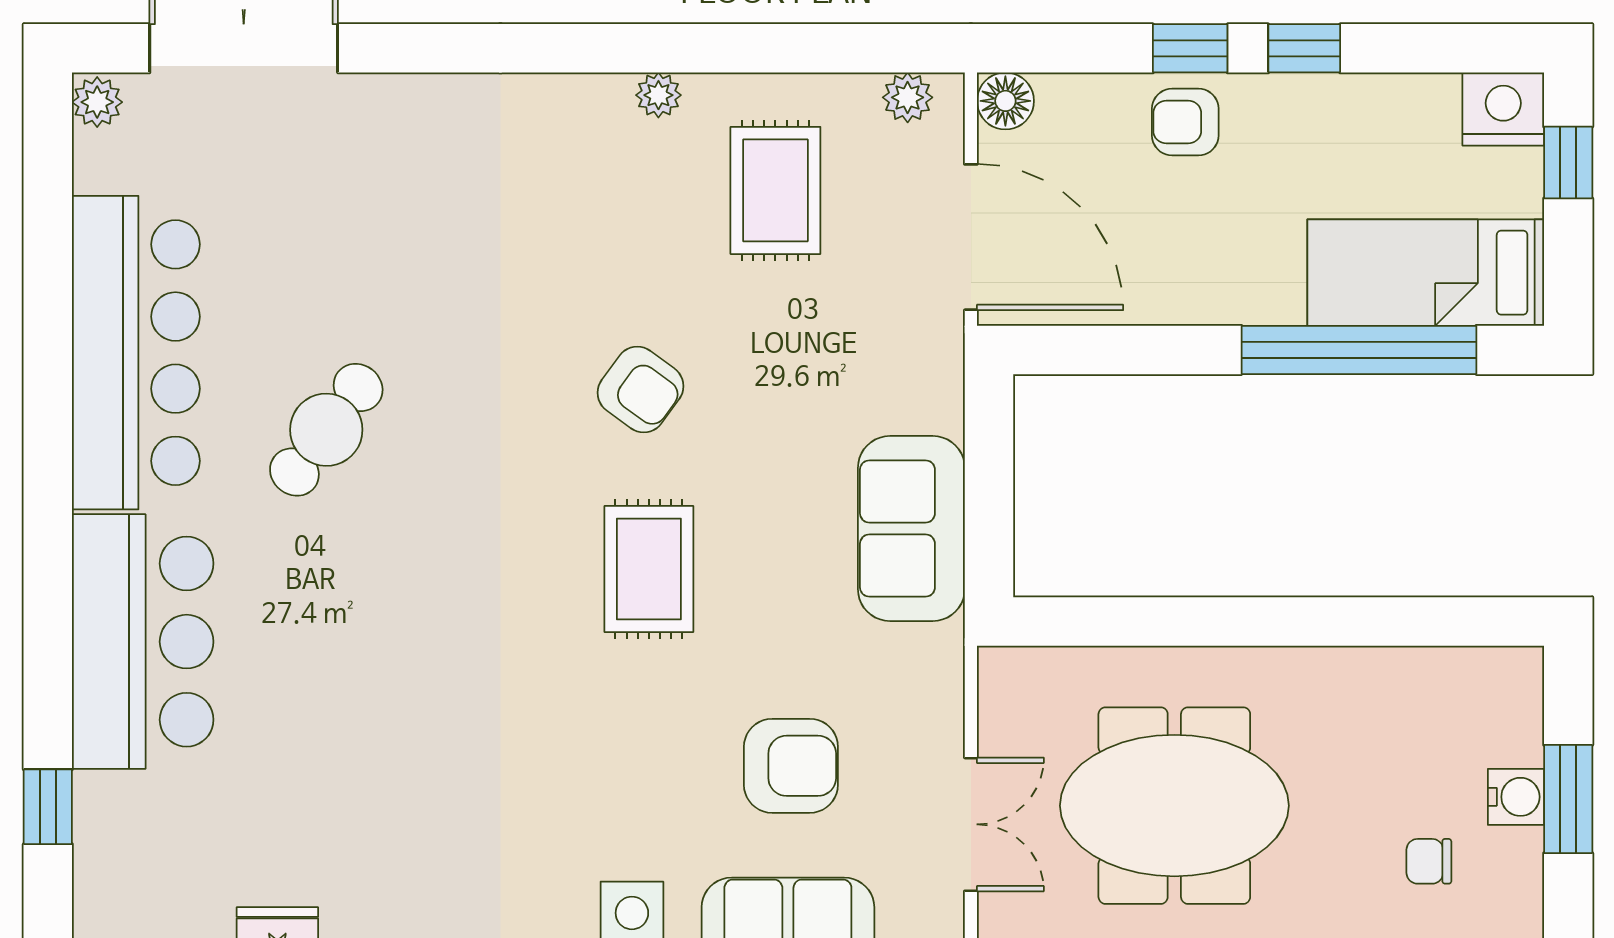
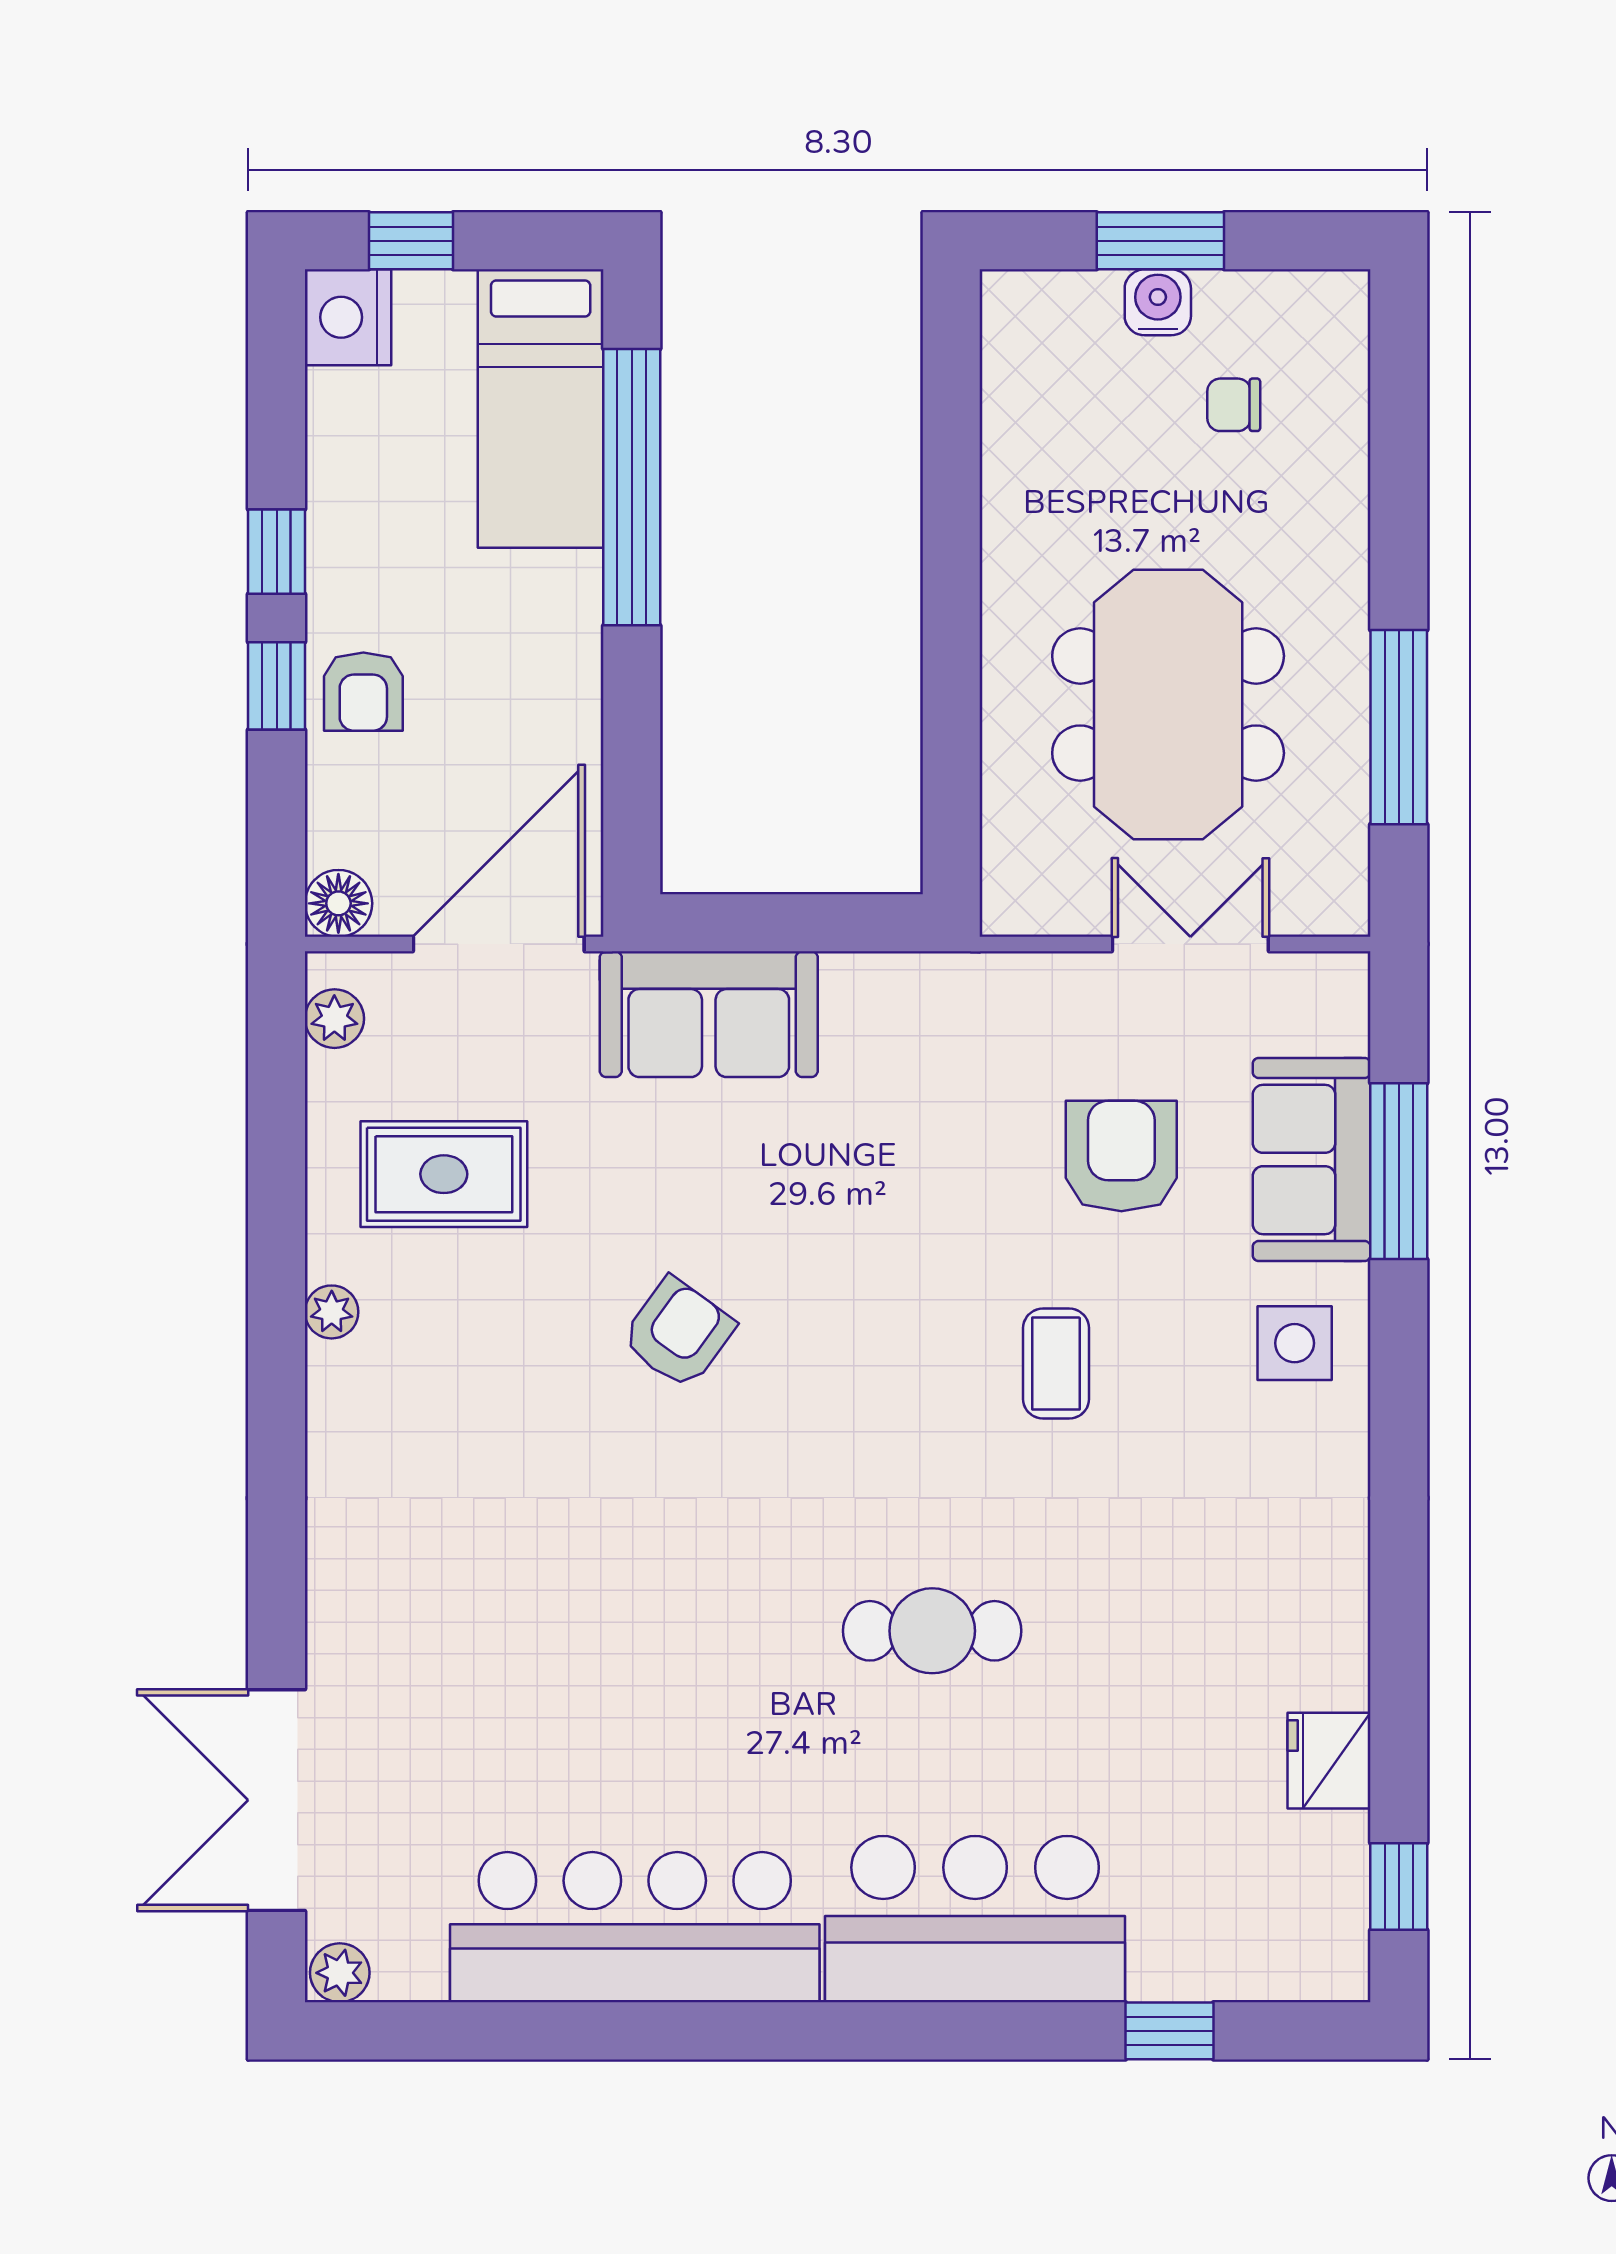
cafe table: (326, 430) -> (932, 1631), moved, turned -37
sofa: (911, 528) -> (709, 1014), moved
rug: (649, 569) -> (890, 1323), removed
coffee table: (615, 710) -> (1056, 1364), added
chair: (1429, 861) -> (1234, 405), turned 90

